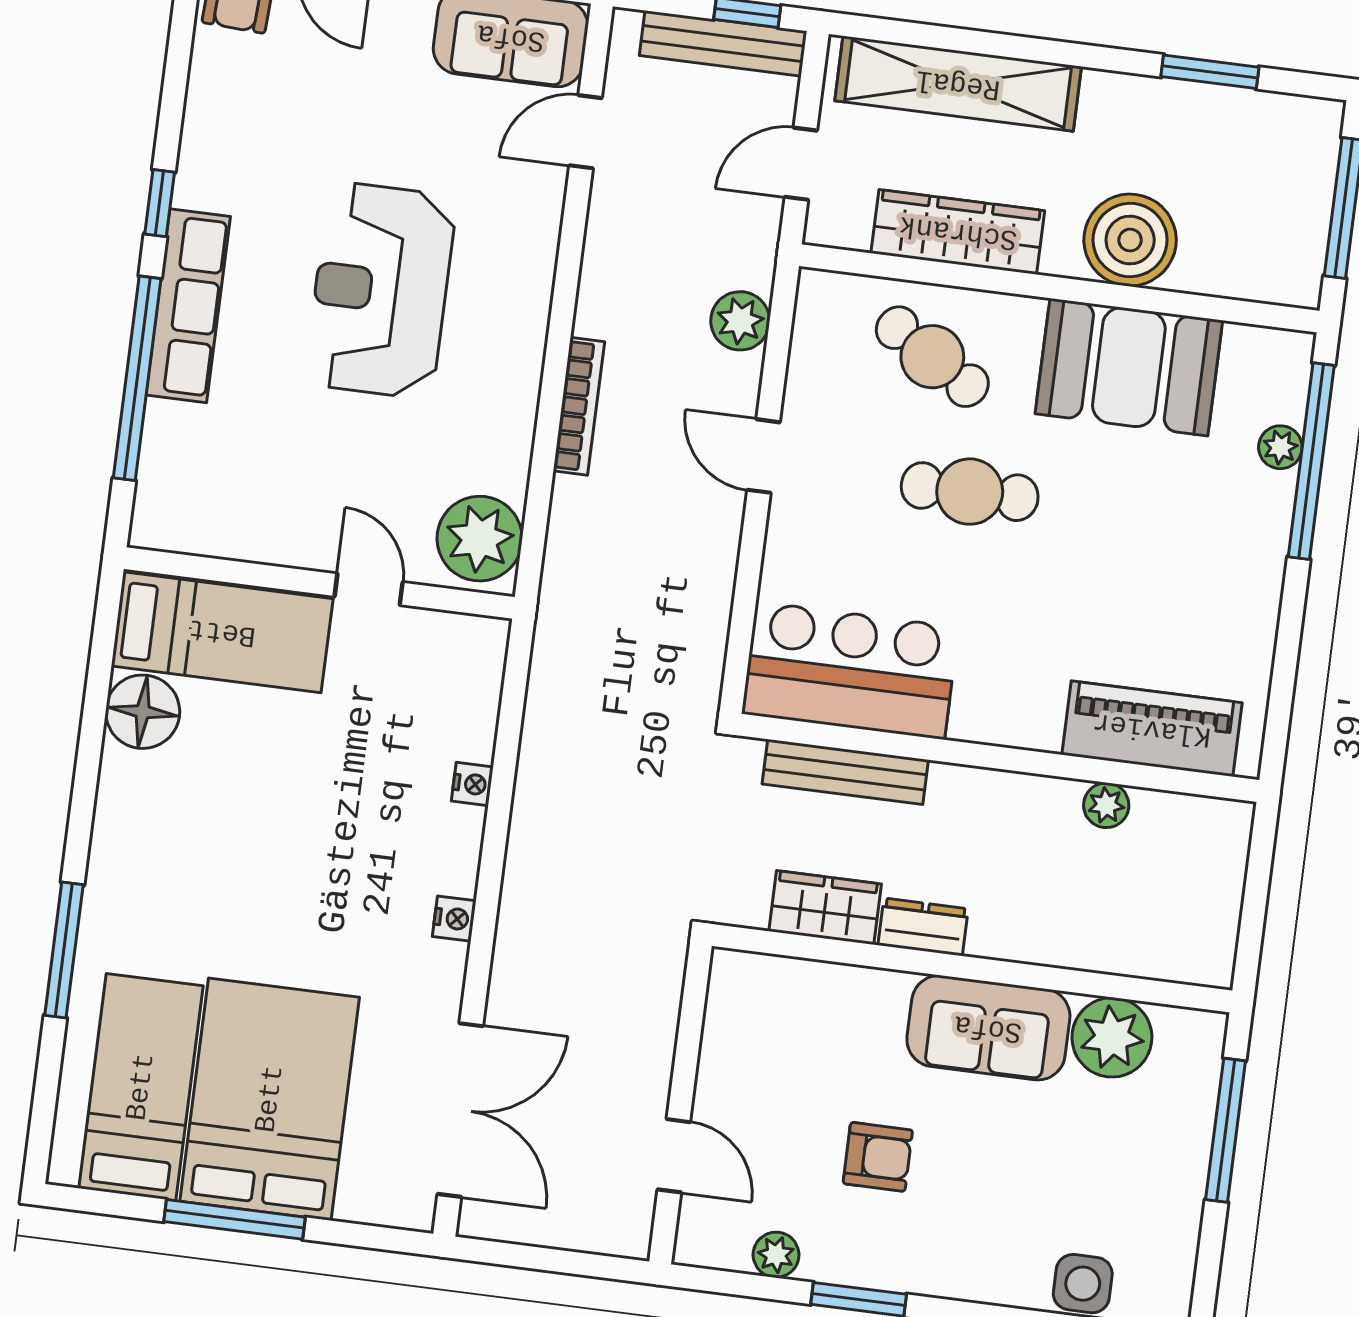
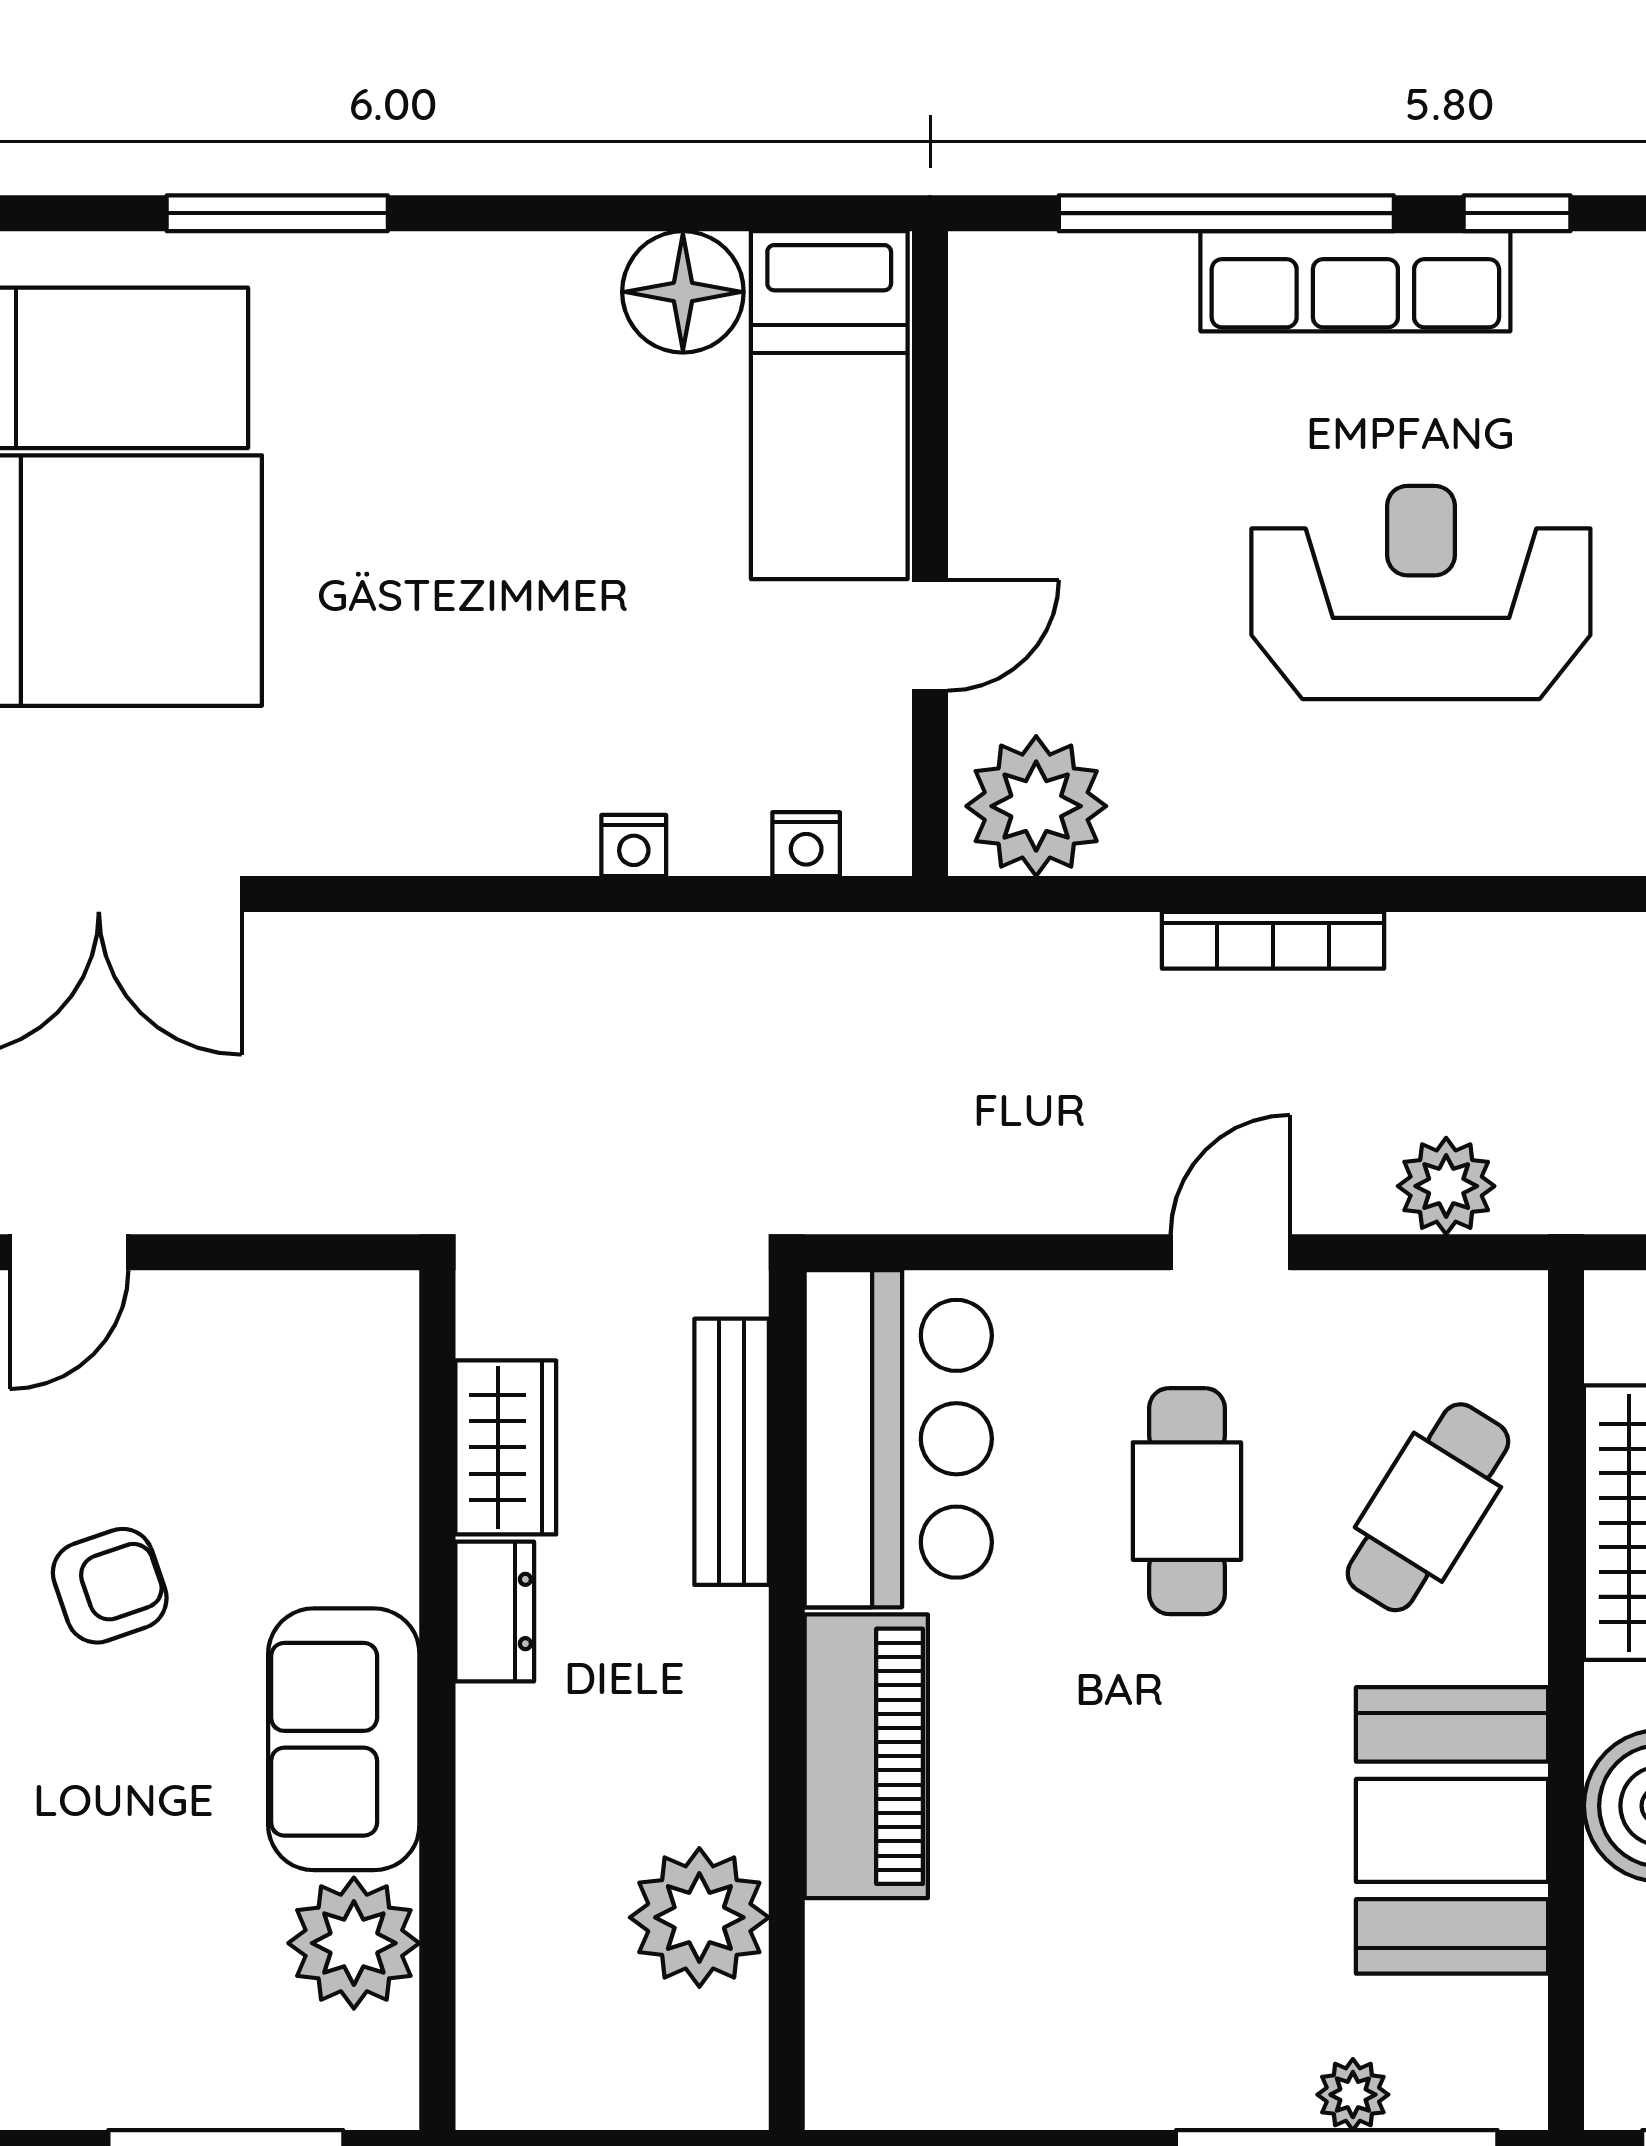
cafe table: (970, 492) -> (1187, 1501), moved
piano: (1152, 729) -> (866, 1756), moved
plant: (1106, 805) -> (699, 1917), width x1.87, depth x1.87
nightstand: (454, 919) -> (806, 844), moved
armchair: (878, 1157) -> (110, 1586), turned -109

